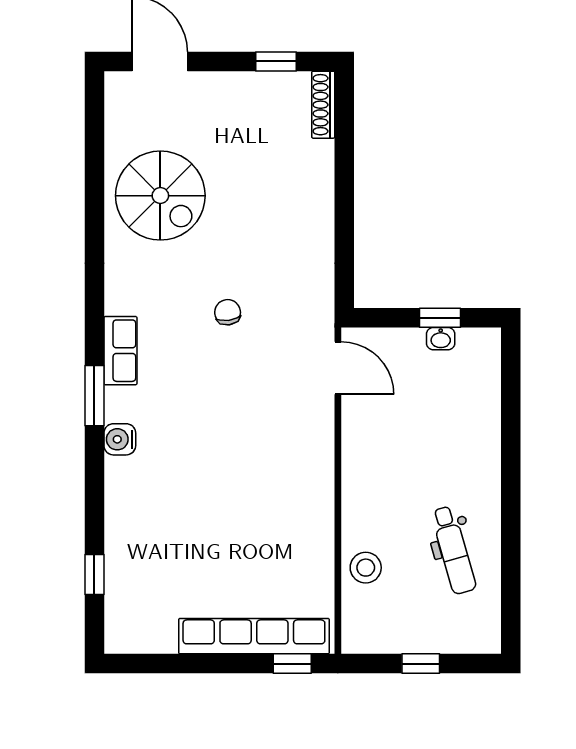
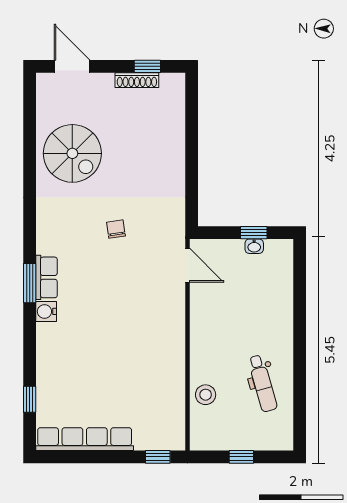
shoe rack: (323, 105) -> (137, 80), moved, turned -90
row of seats: (120, 351) -> (46, 277), moved
row of seats: (254, 636) -> (85, 439), moved

